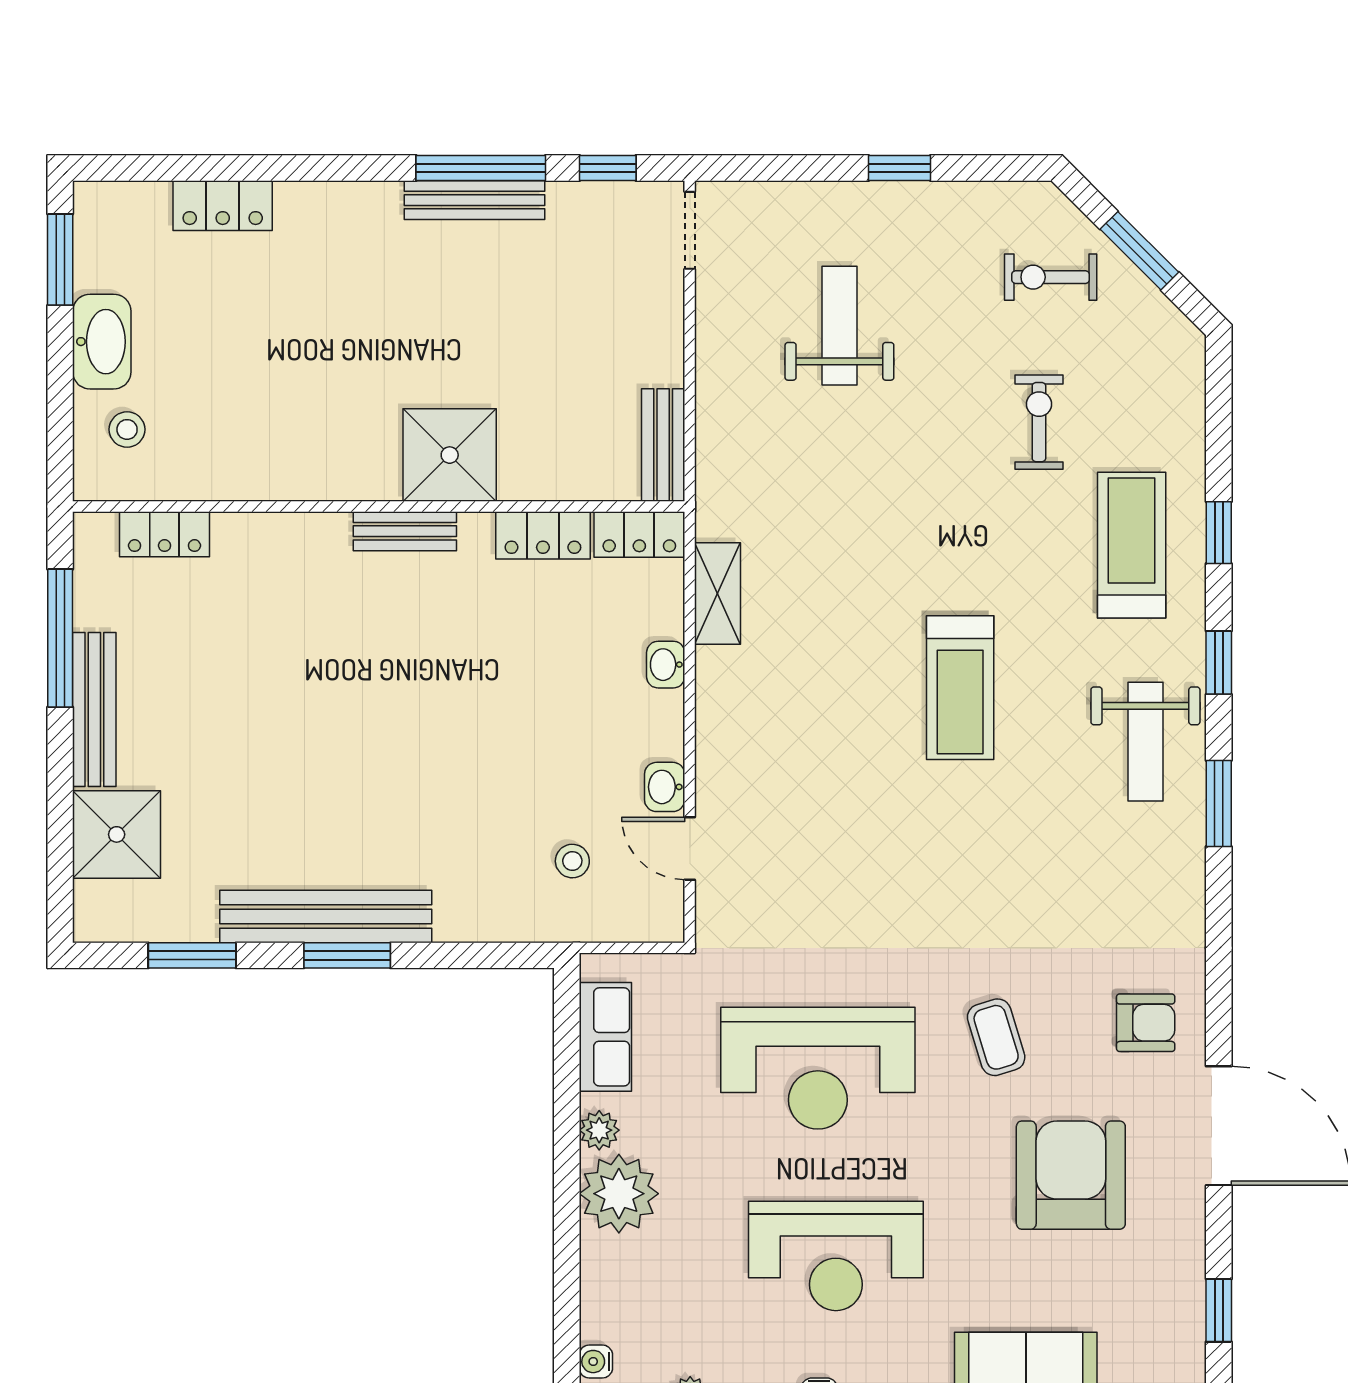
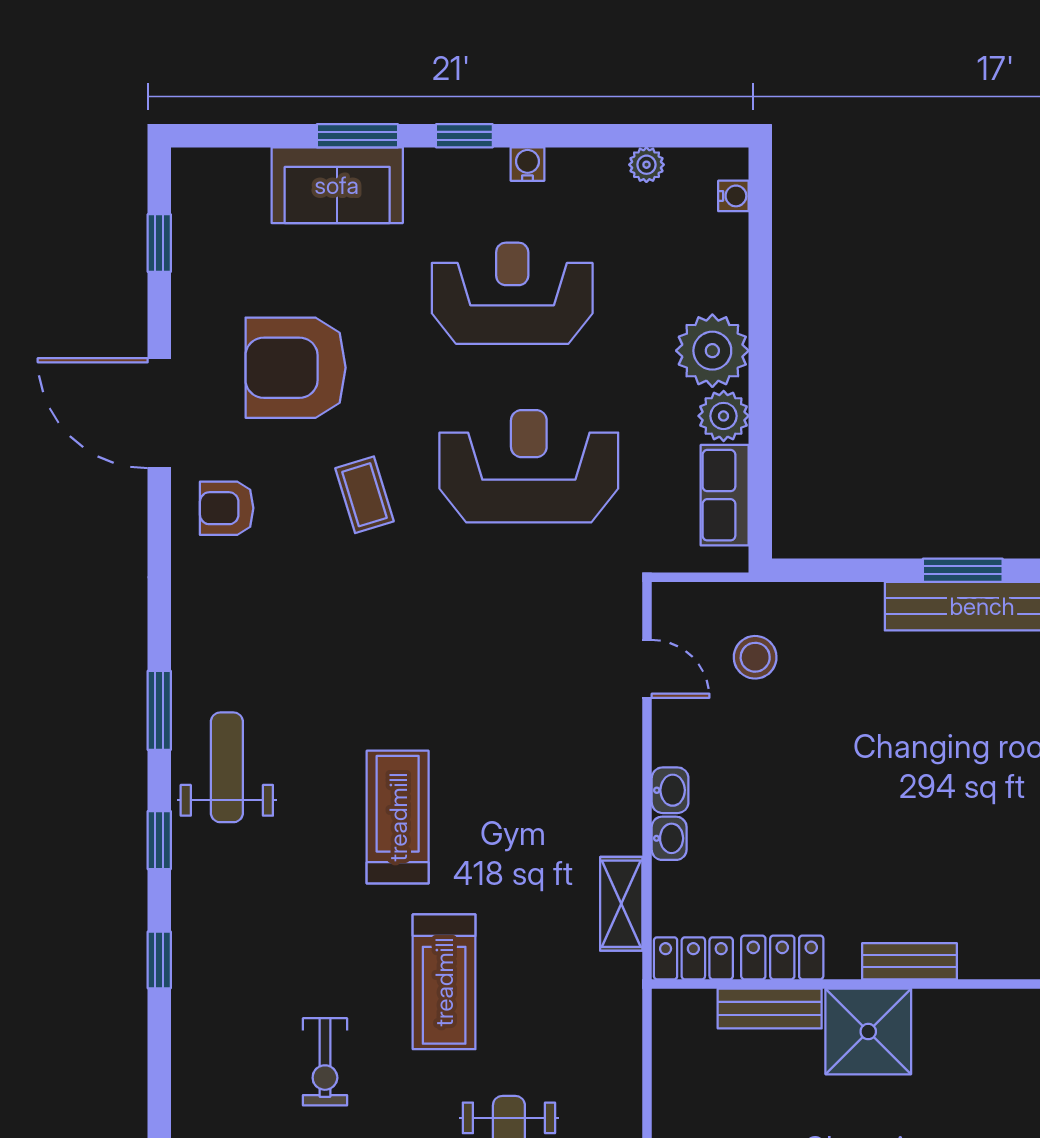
bench: (663, 445) -> (770, 1009), moved, turned 90
treadmill: (1132, 545) -> (444, 982), moved
washbasin: (665, 787) -> (670, 790), moved
stool: (572, 861) -> (755, 657), width x1.37, depth x1.37
plant: (599, 1130) -> (724, 416), width x1.38, depth x1.38
armchair: (1071, 1175) -> (296, 368), turned 90

